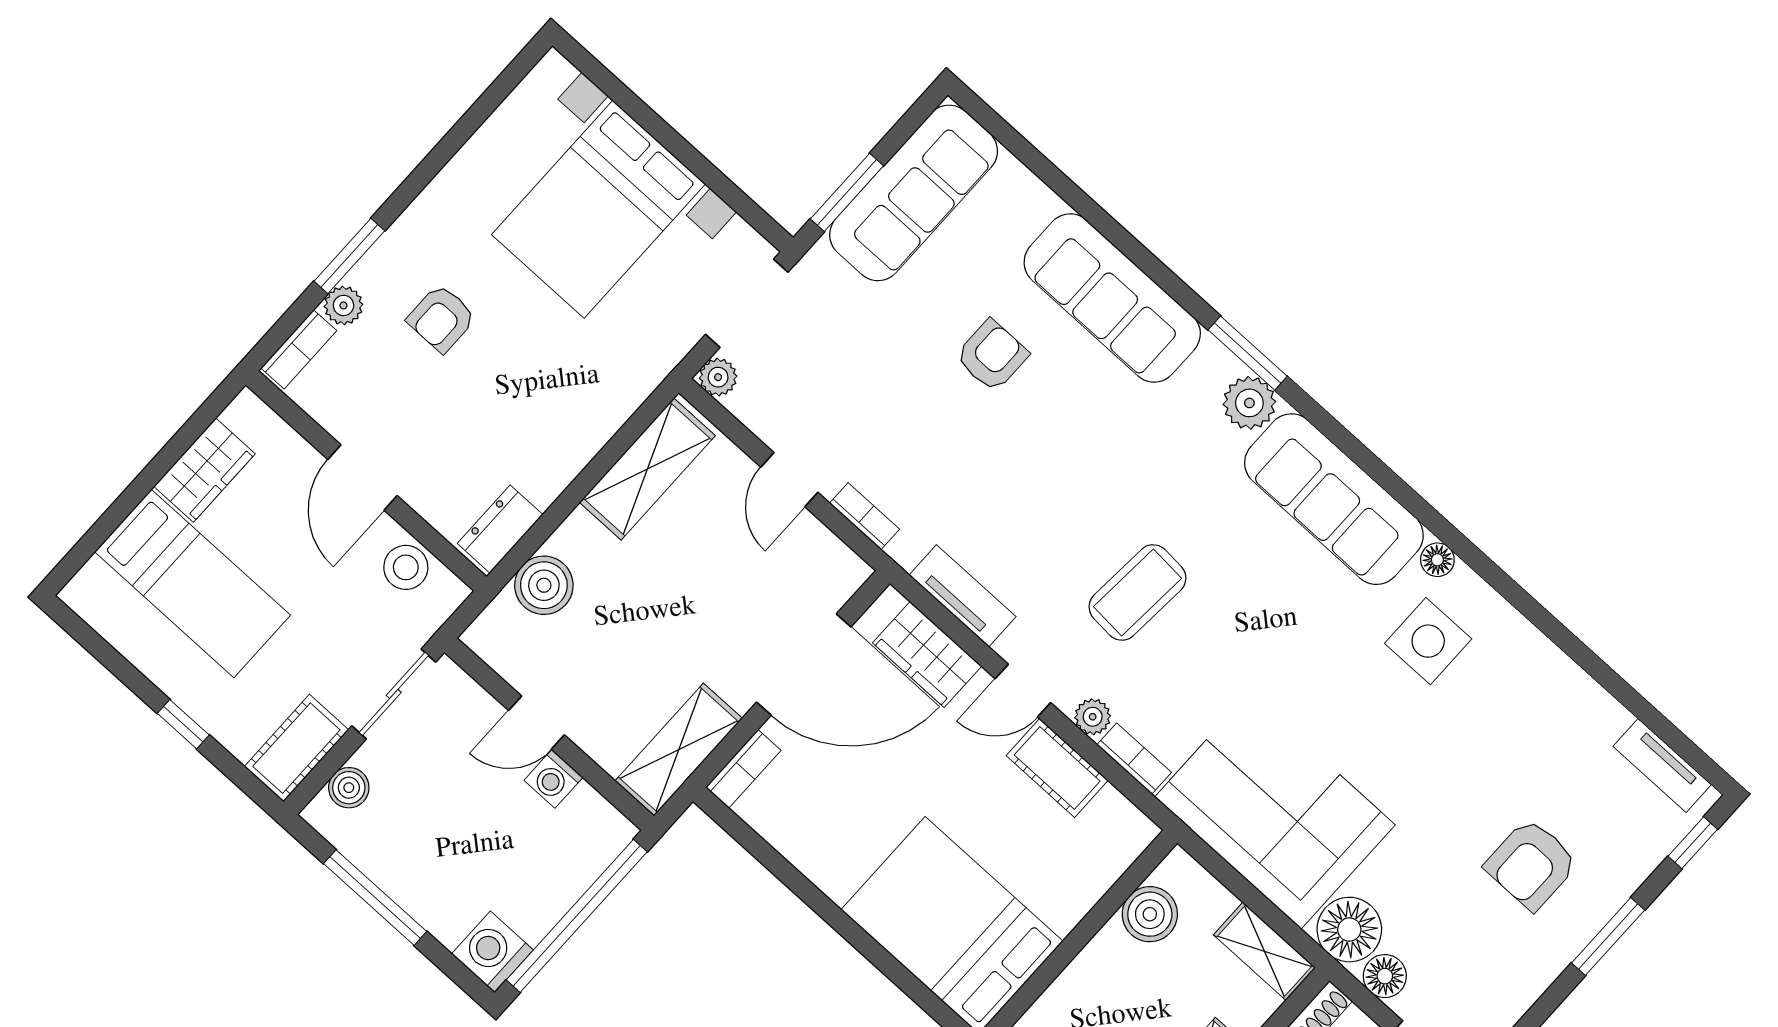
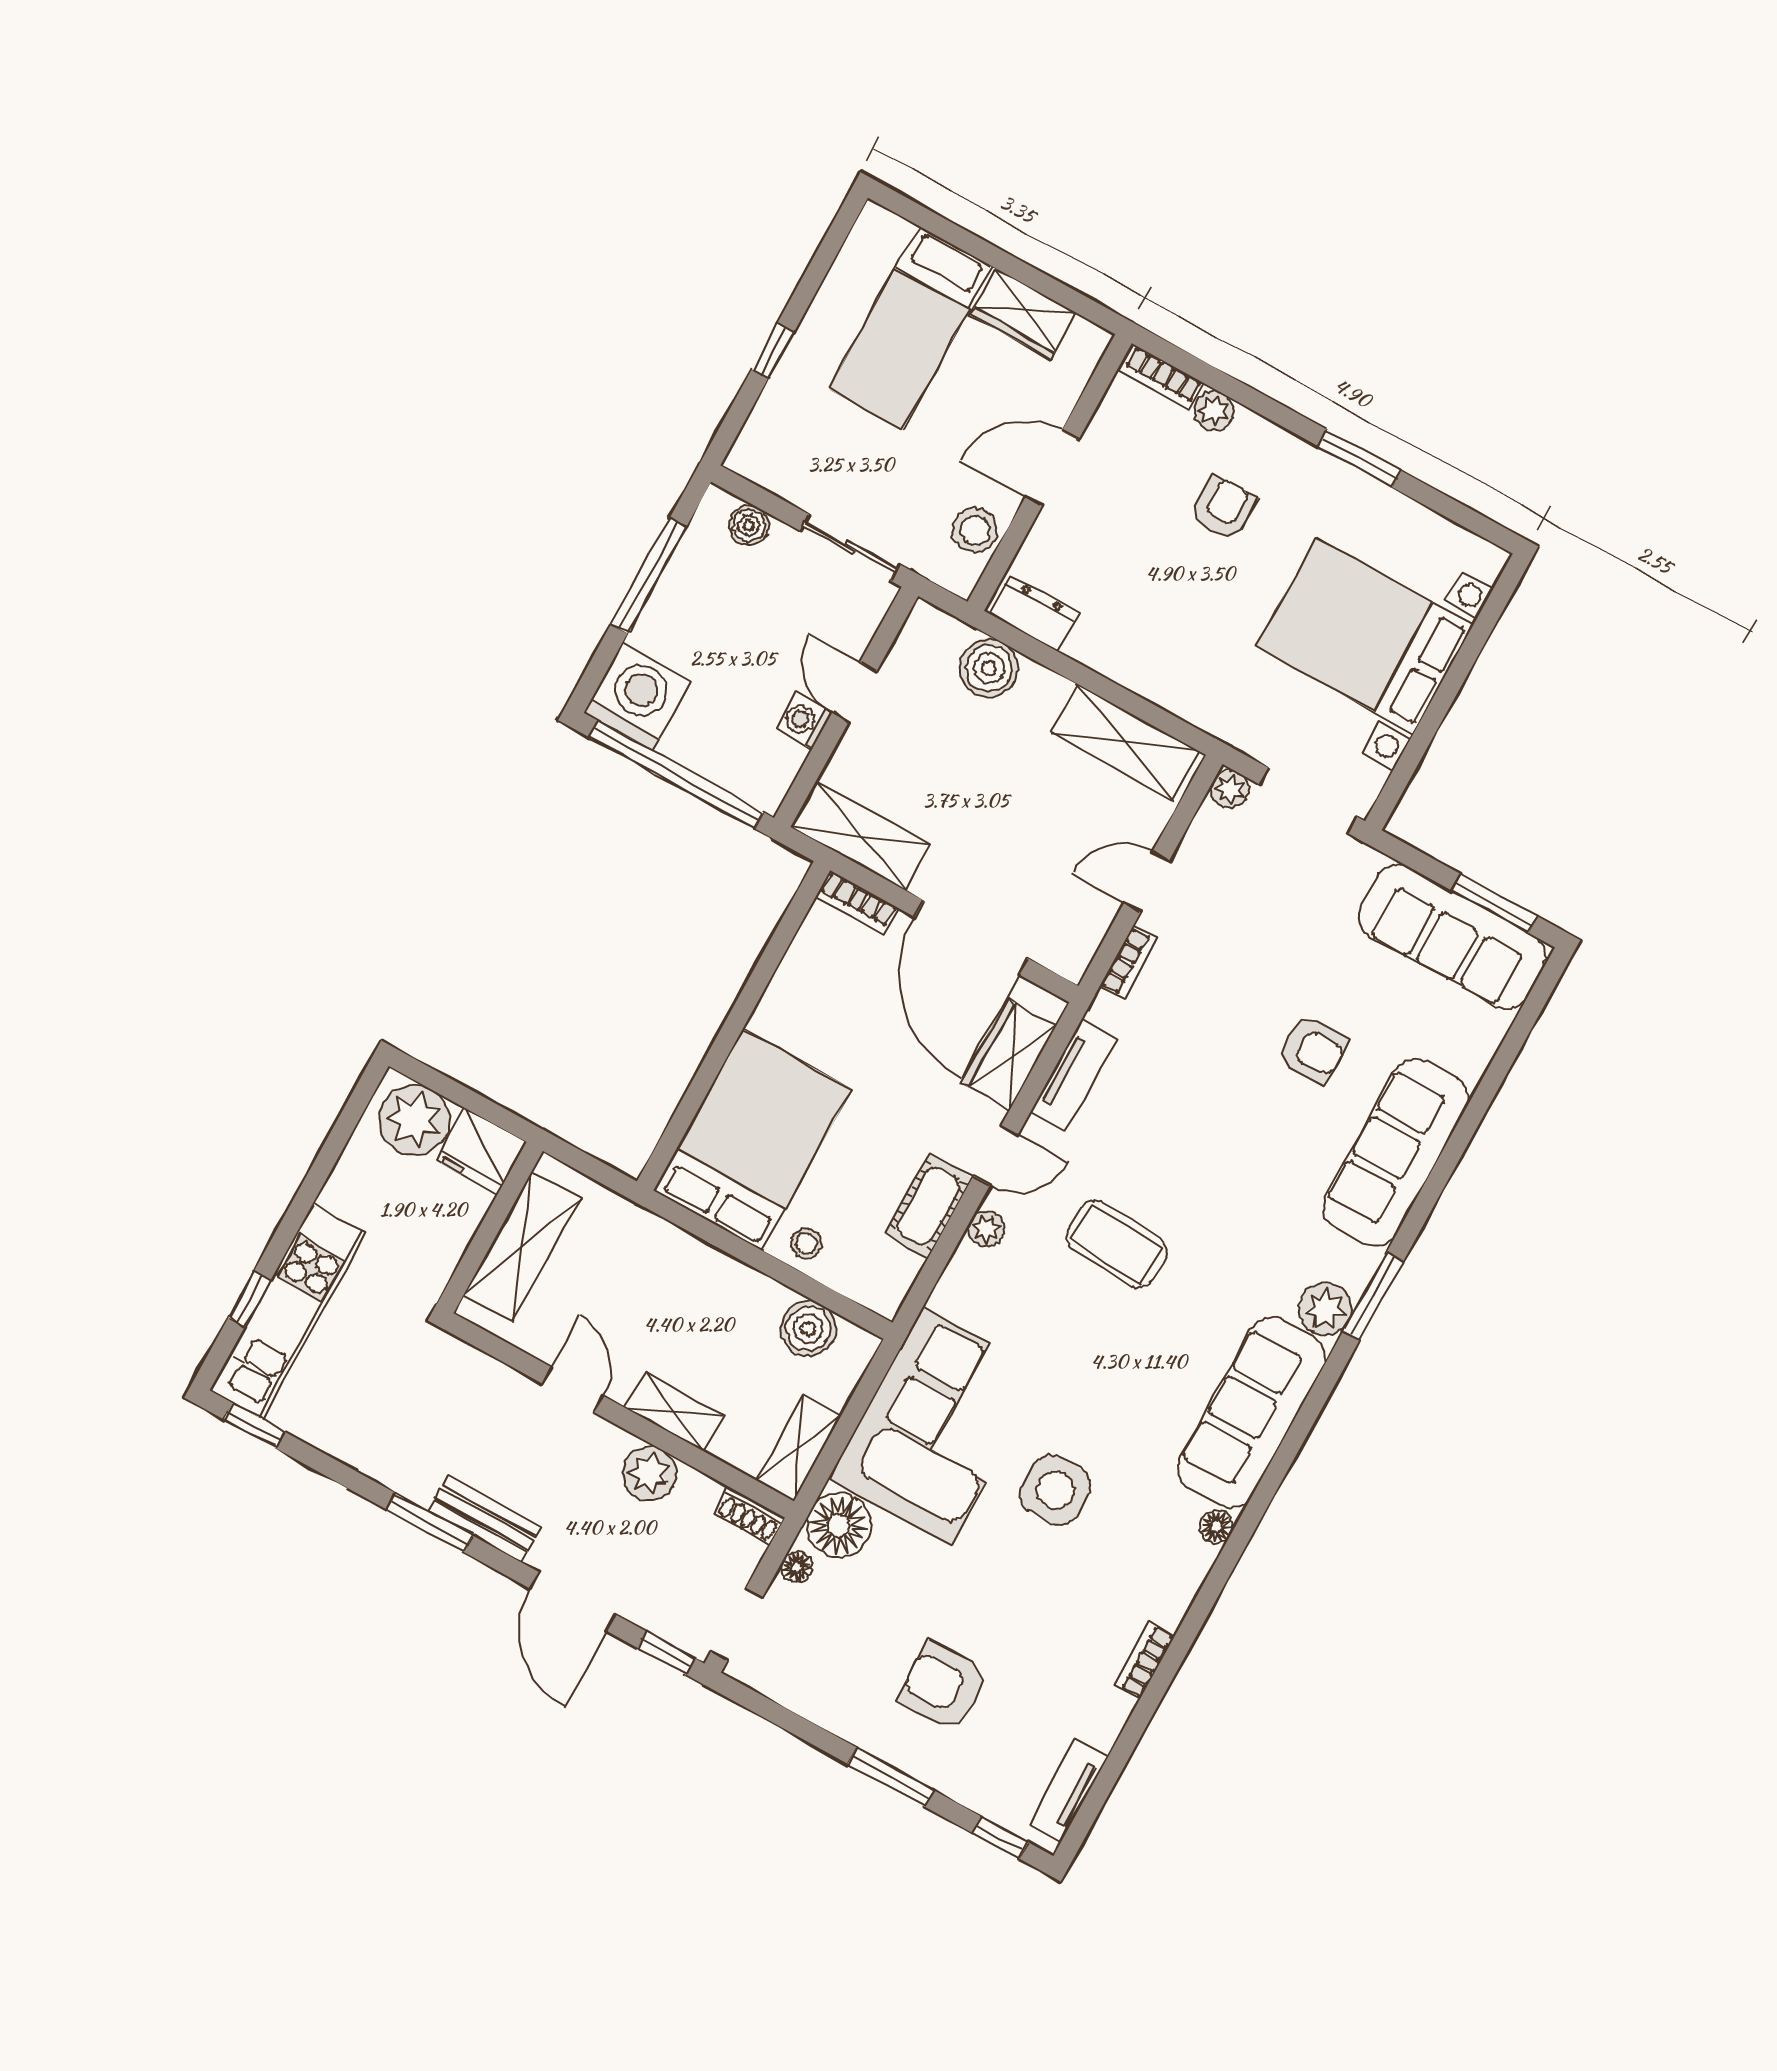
window: (847, 192) -> (1495, 903), moved
window: (349, 256) -> (1360, 458), moved
armchair: (441, 318) -> (1224, 508), turned 90
side table: (1428, 641) -> (1055, 1490), moved
door: (1023, 691) -> (996, 1155), swing flipped
cot: (296, 748) -> (775, 466), removed
bookcase: (1134, 759) -> (1145, 1660), moved, turned 180
stool: (1066, 896) -> (806, 1243), added
washing machine: (492, 952) -> (637, 697), width x1.37, depth x1.37
floor lamp: (1385, 976) -> (797, 1567), width x0.73, depth x0.73

